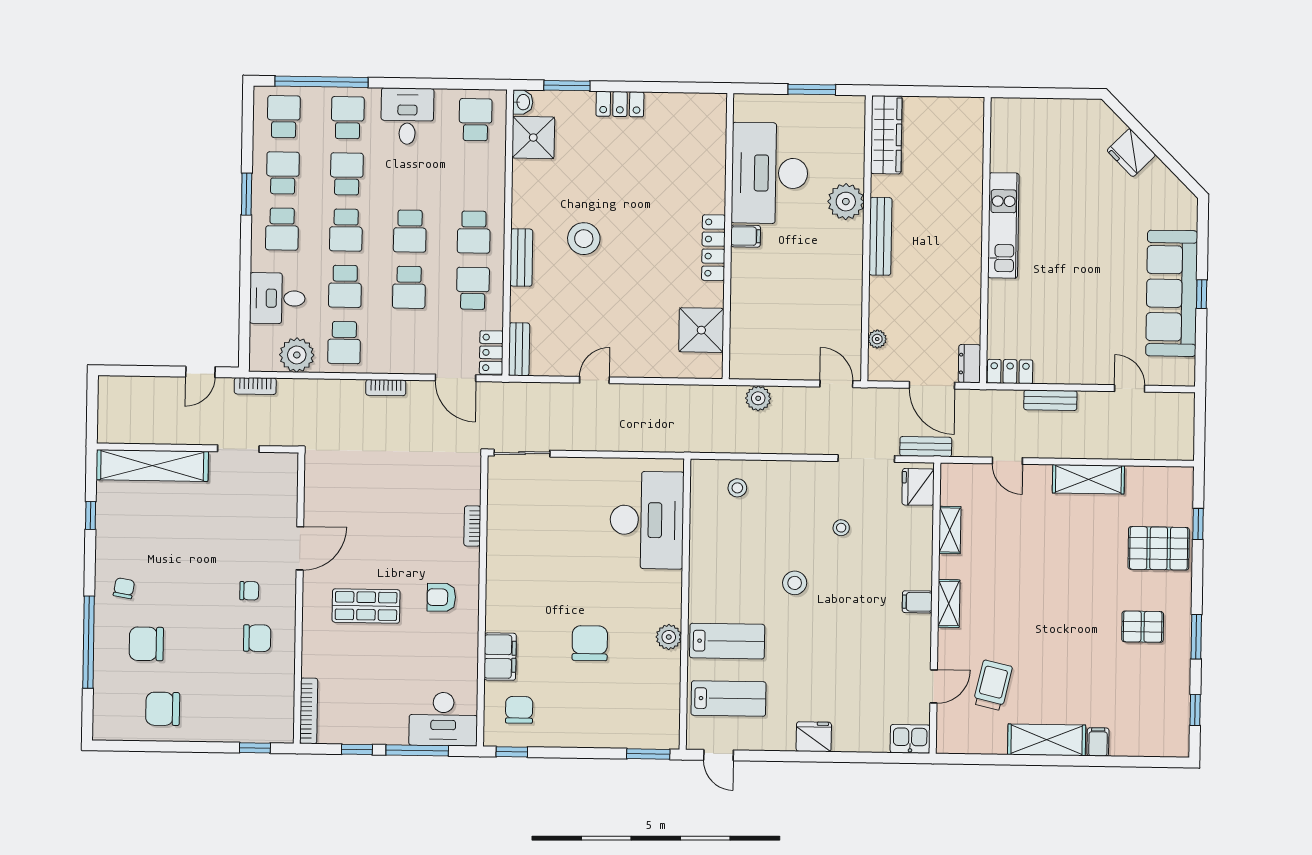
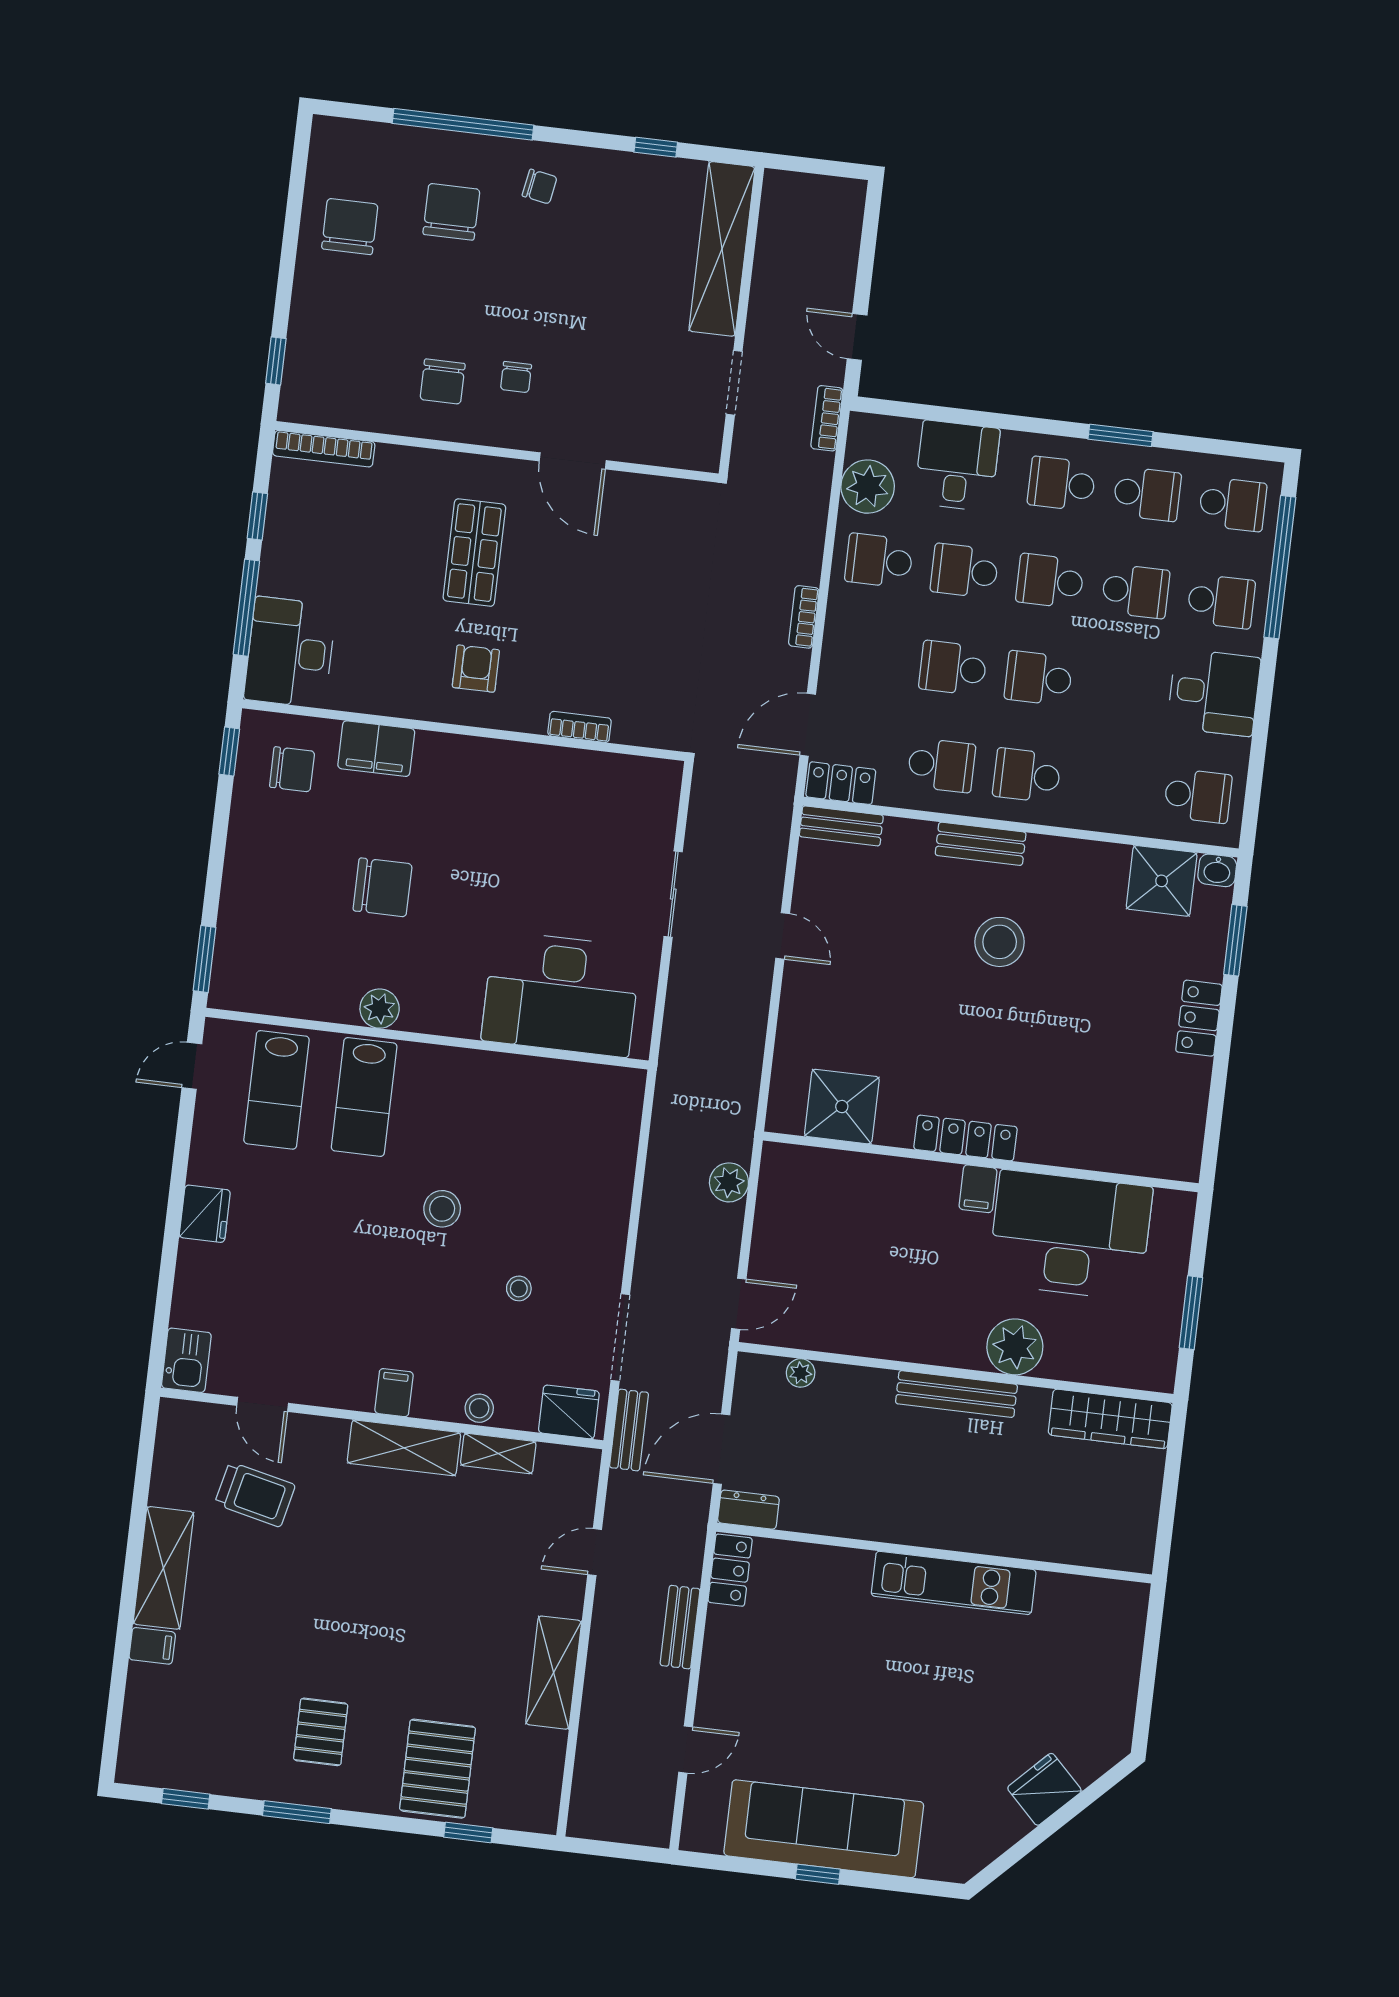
sliding door: (522, 453) -> (673, 894), moved
stool: (737, 488) -> (479, 1408), moved
shelving: (949, 603) -> (404, 1448), width x1.50, depth x1.33

